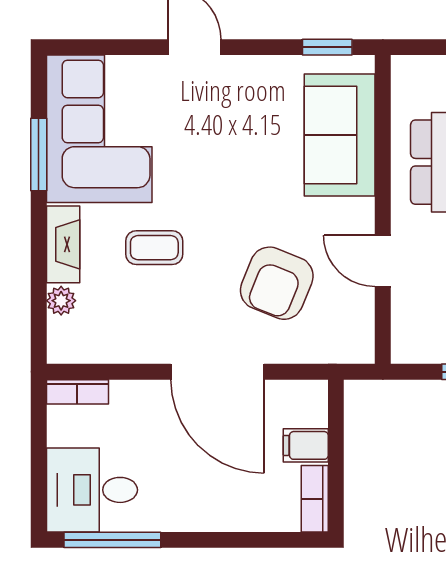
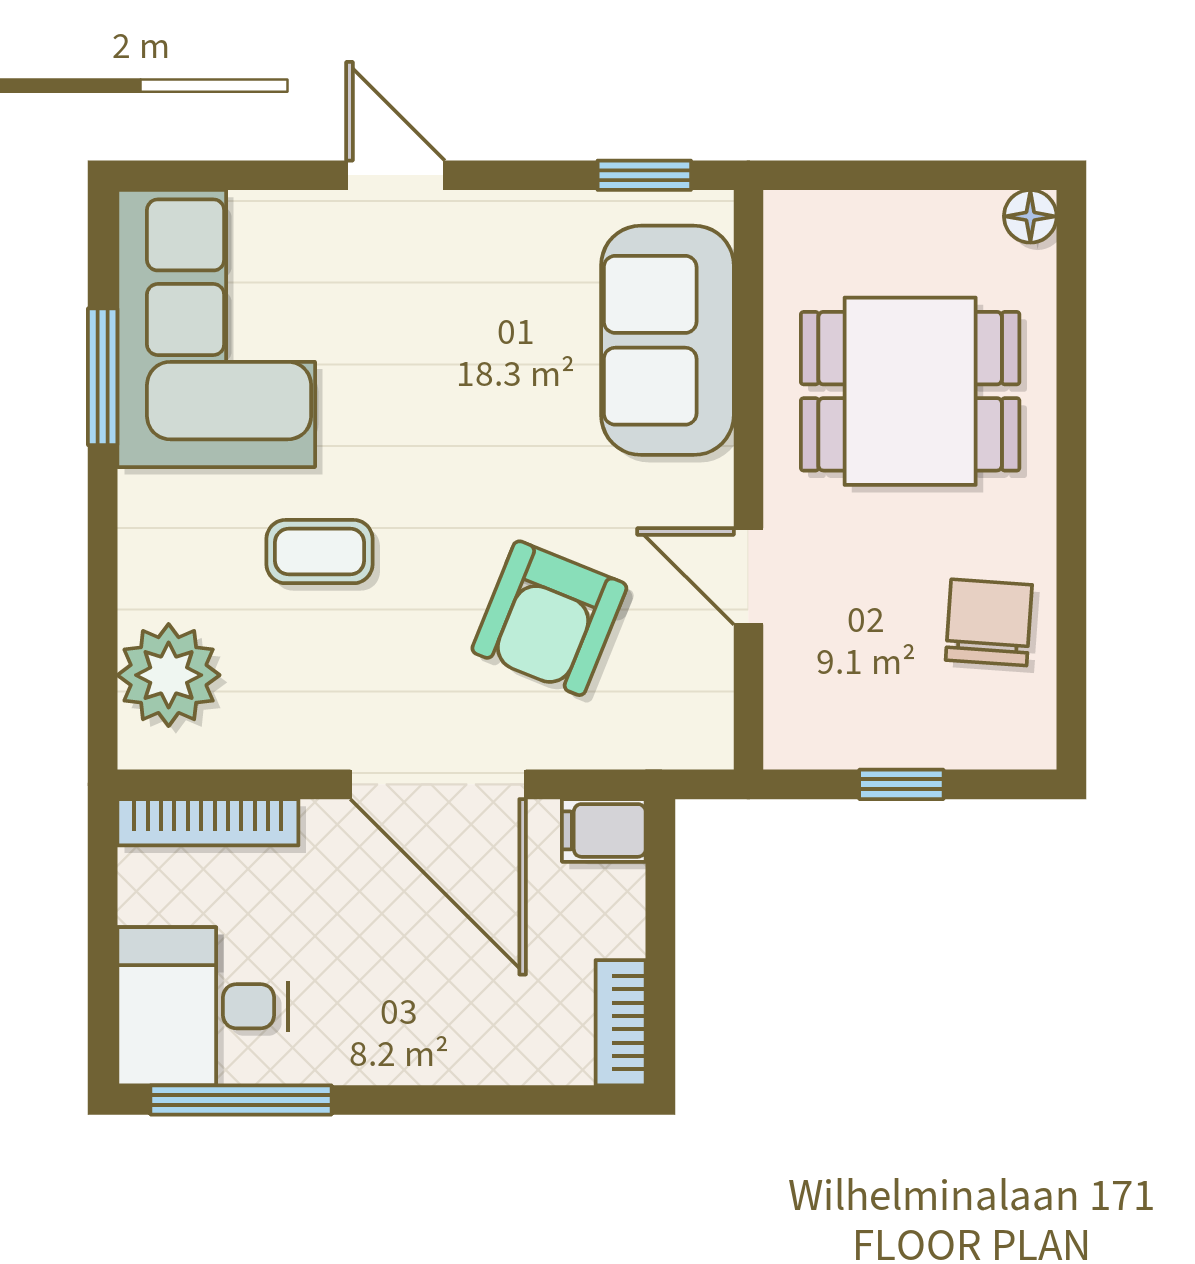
fireplace: (63, 244) -> (148, 545), removed
plant: (61, 301) -> (169, 675), width x1.88, depth x1.88
bookcase: (77, 392) -> (208, 822), width x1.56
filing cabinet: (306, 445) -> (604, 830), moved

